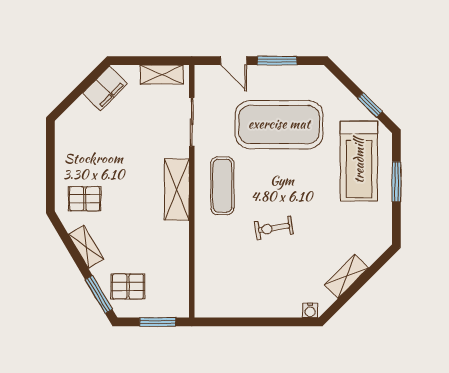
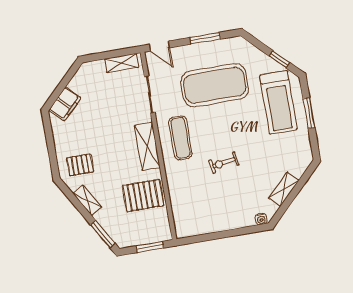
door: (234, 61) -> (159, 46), moved
filing cabinet: (105, 89) -> (65, 104), moved
pallet: (128, 286) -> (143, 196), moved, width x1.50, depth x1.42

